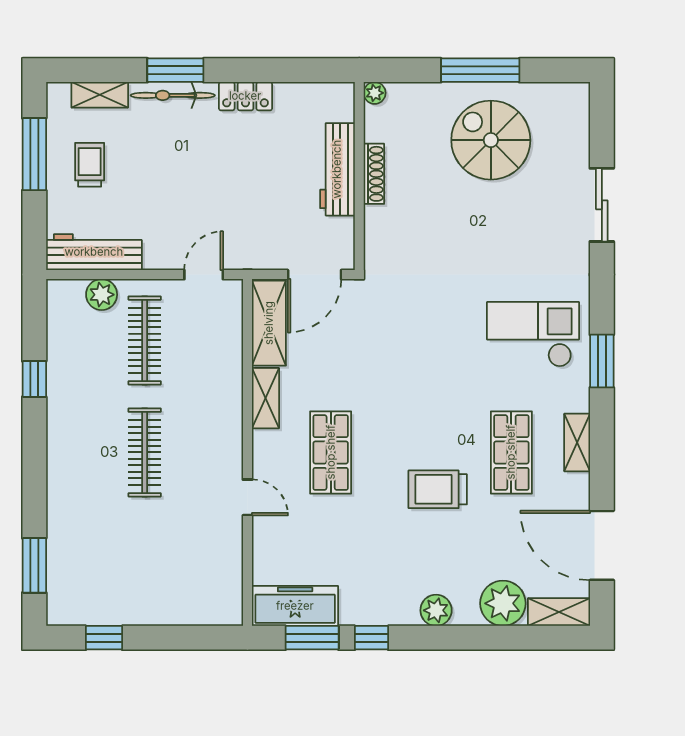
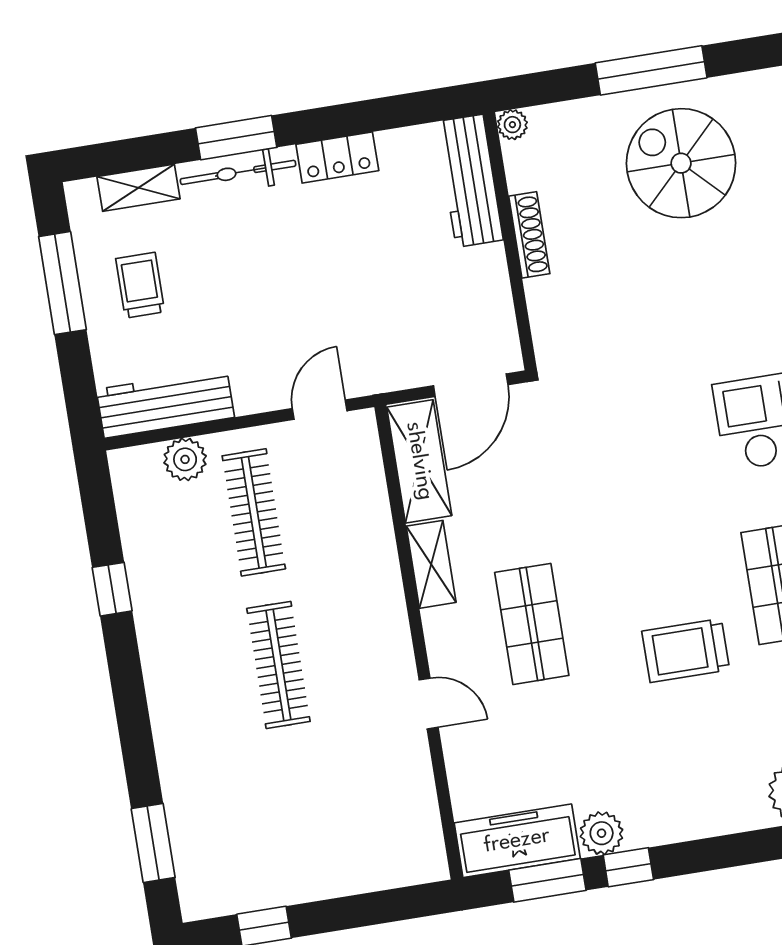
workbench: (337, 169) -> (470, 181), moved
plant: (436, 610) -> (602, 833), moved

